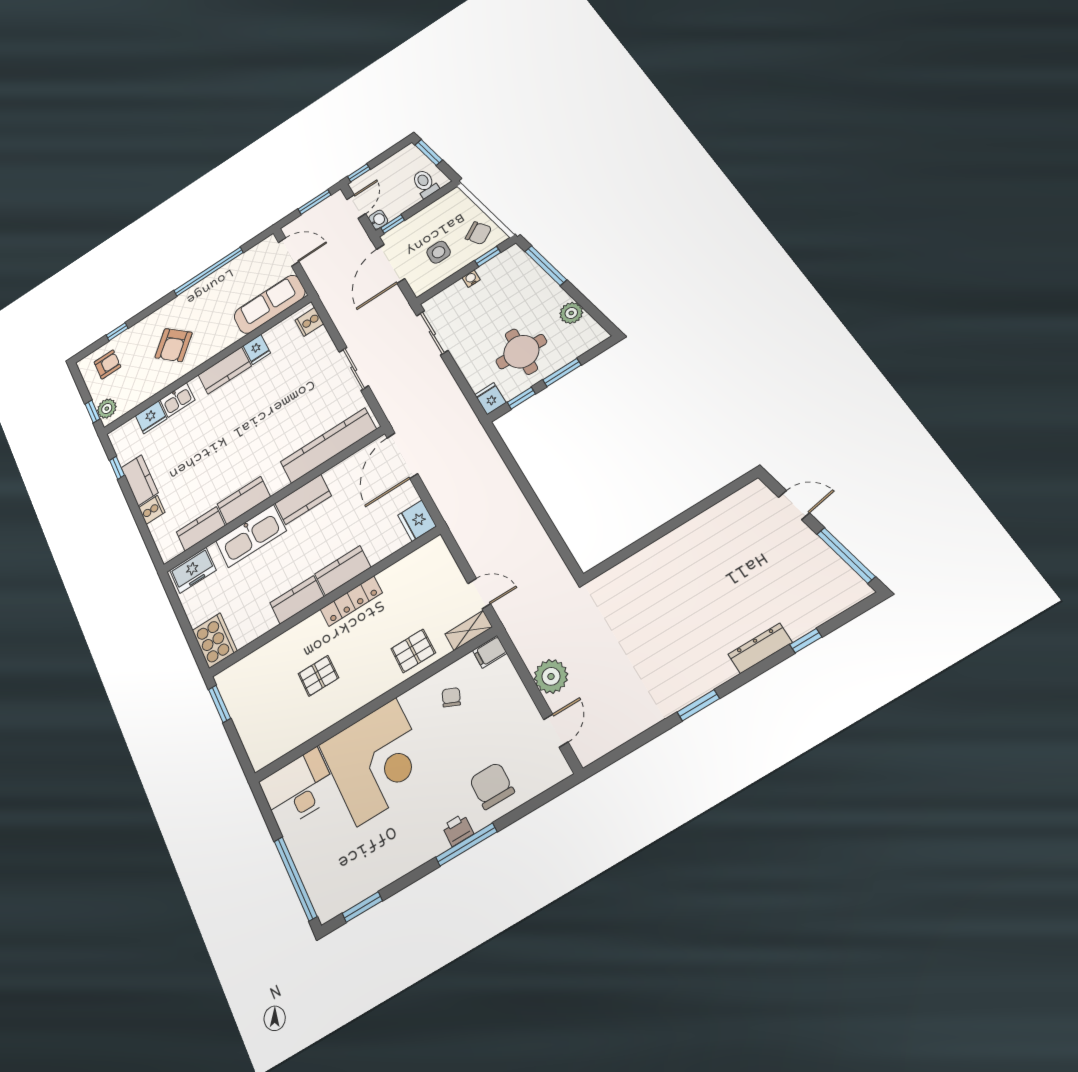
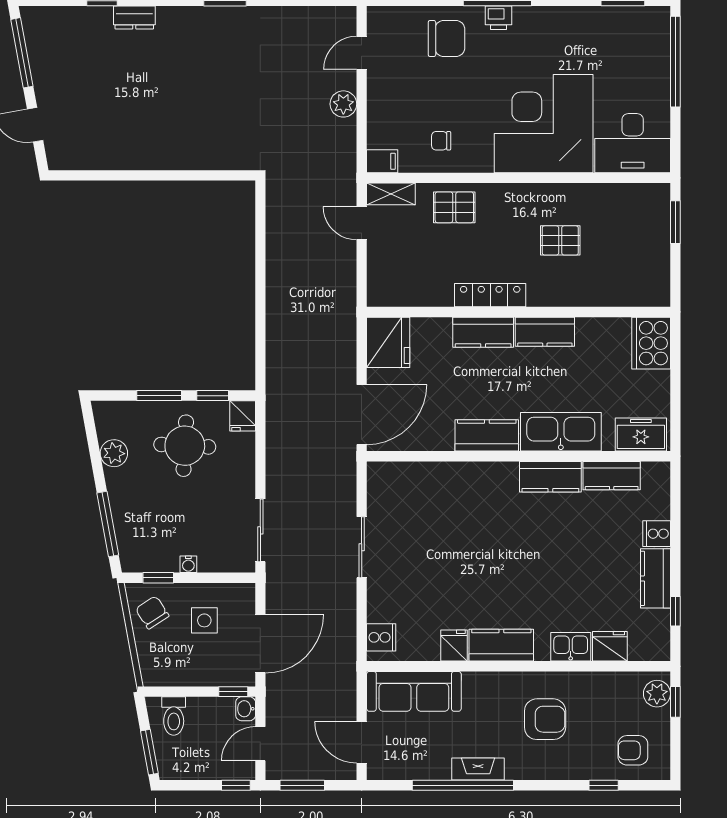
fireplace: (203, 287) -> (478, 769), added
armchair: (174, 345) -> (545, 719), turned 46
kitchen counter: (328, 446) -> (431, 478), removed
fridge: (417, 521) -> (388, 342), width x1.36, depth x1.34
dresser: (760, 648) -> (134, 17), width x0.70
plant: (551, 676) -> (343, 104), width x0.73, depth x0.73
chair: (451, 697) -> (441, 141), turned 66
window: (220, 704) -> (675, 222), moved
chair: (492, 786) -> (446, 39), turned -90

